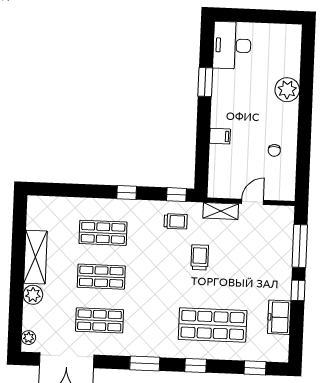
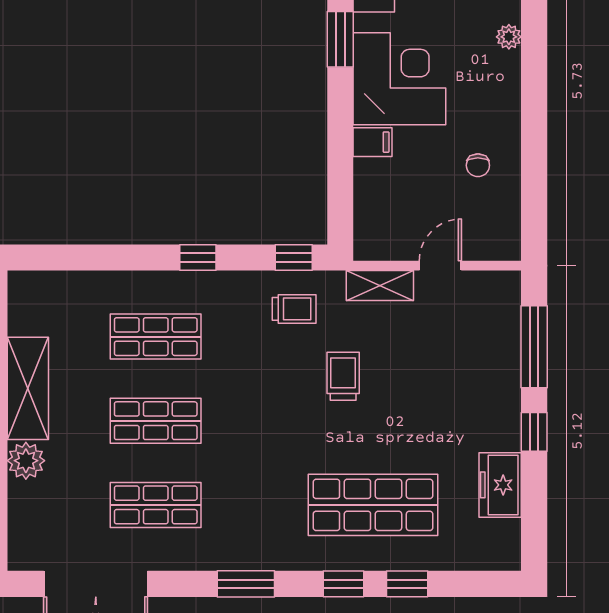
plant: (287, 90) -> (509, 37), width x0.53, depth x0.53
corner desk: (235, 104) -> (399, 79), added
plant: (29, 338) -> (21, 543), removed
window: (255, 368) -> (407, 584), moved

